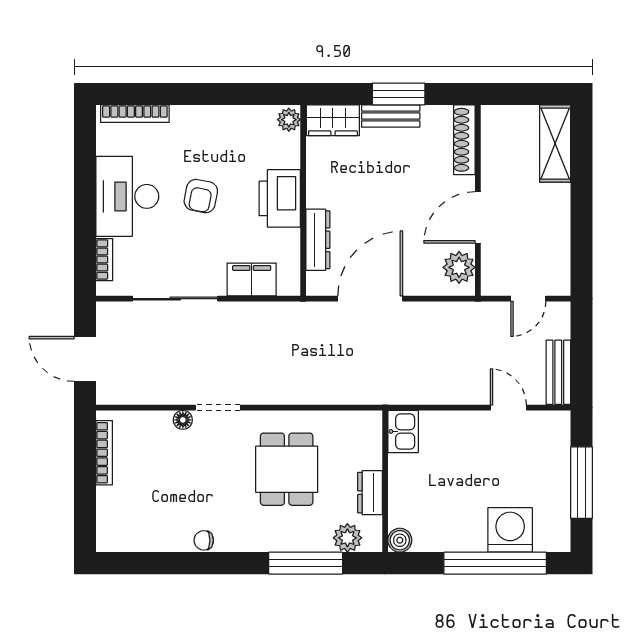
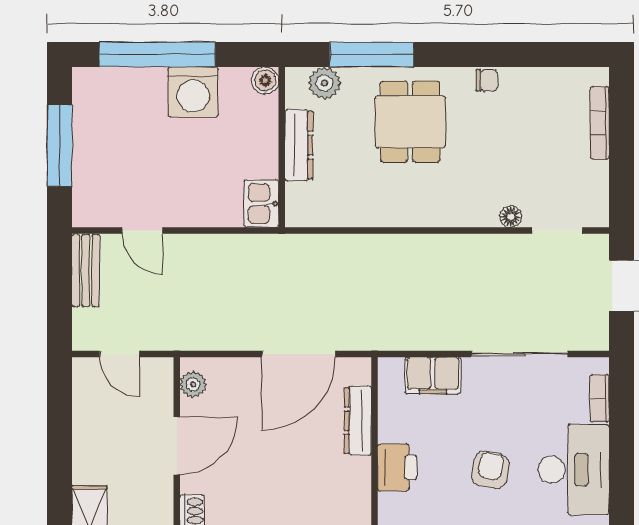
printer: (280, 198) -> (397, 467), width x0.73, depth x0.84
plant: (459, 267) -> (193, 384), width x0.73, depth x0.73
door: (528, 299) -> (120, 354), swing flipped
doorway: (218, 408) -> (557, 230), moved
bookcase: (104, 453) -> (600, 123), moved
dining table: (287, 469) -> (410, 122), moved
dresser: (370, 493) -> (299, 145), width x1.44
washing machine: (510, 530) -> (193, 92), moved

